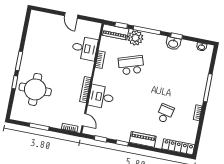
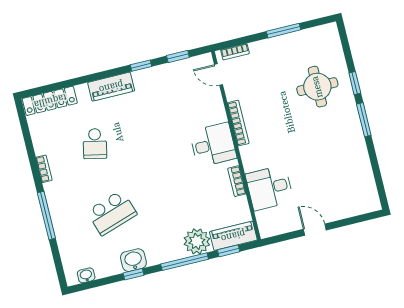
school desk: (131, 65) -> (112, 213), moved
round table: (35, 89) -> (317, 87), width x0.73, depth x0.73
desk: (101, 97) -> (213, 145), moved

